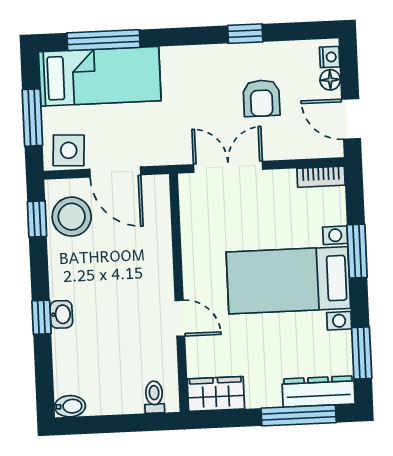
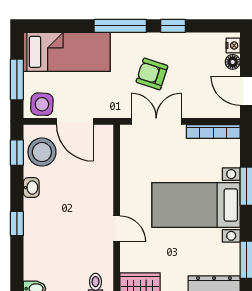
window: (103, 40) -> (120, 26), moved
armchair: (261, 98) -> (152, 74), moved, turned 108
bookcase: (321, 177) -> (213, 131), width x1.56
washbasin: (61, 314) -> (31, 188), moved

